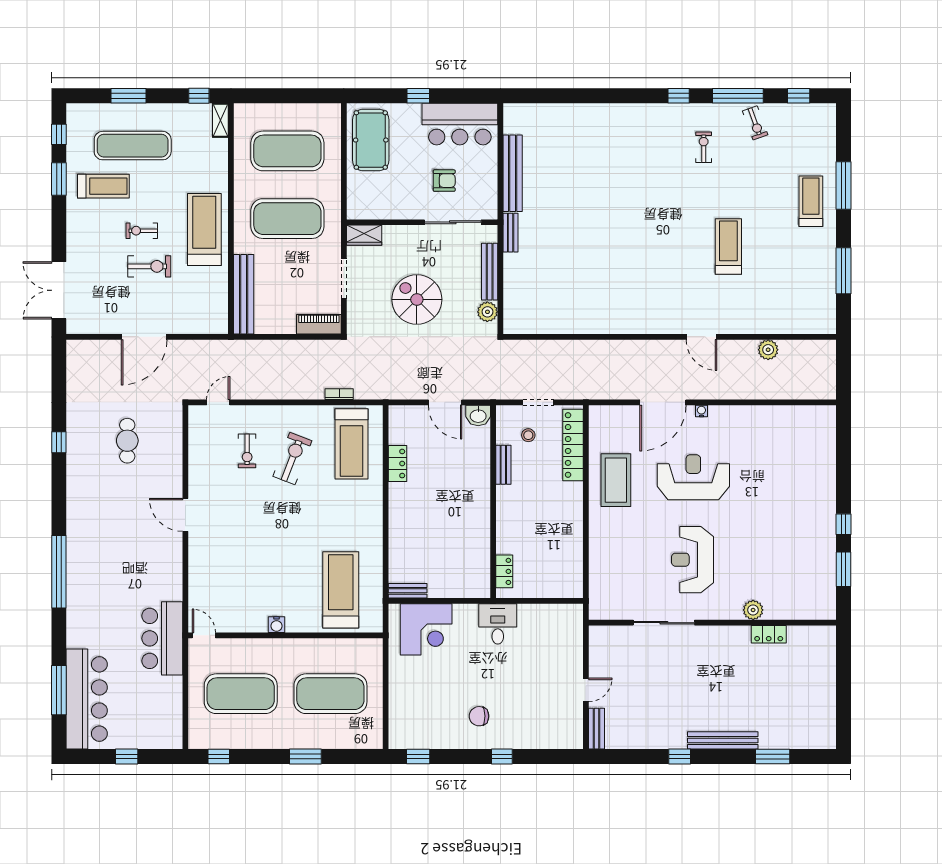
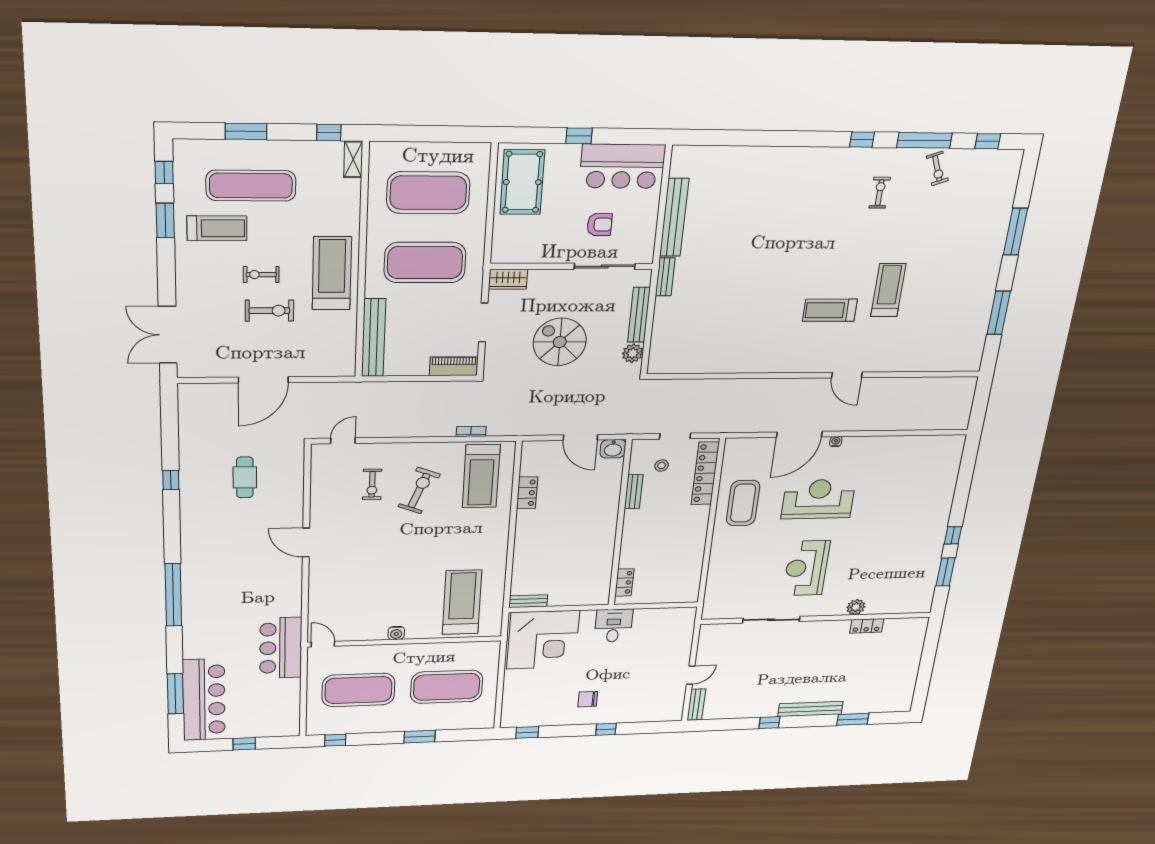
treadmill: (811, 201) -> (830, 310), moved, turned -90
plant: (768, 350) -> (911, 386), removed
corner desk: (426, 629) -> (543, 640), width x1.36, depth x1.36

